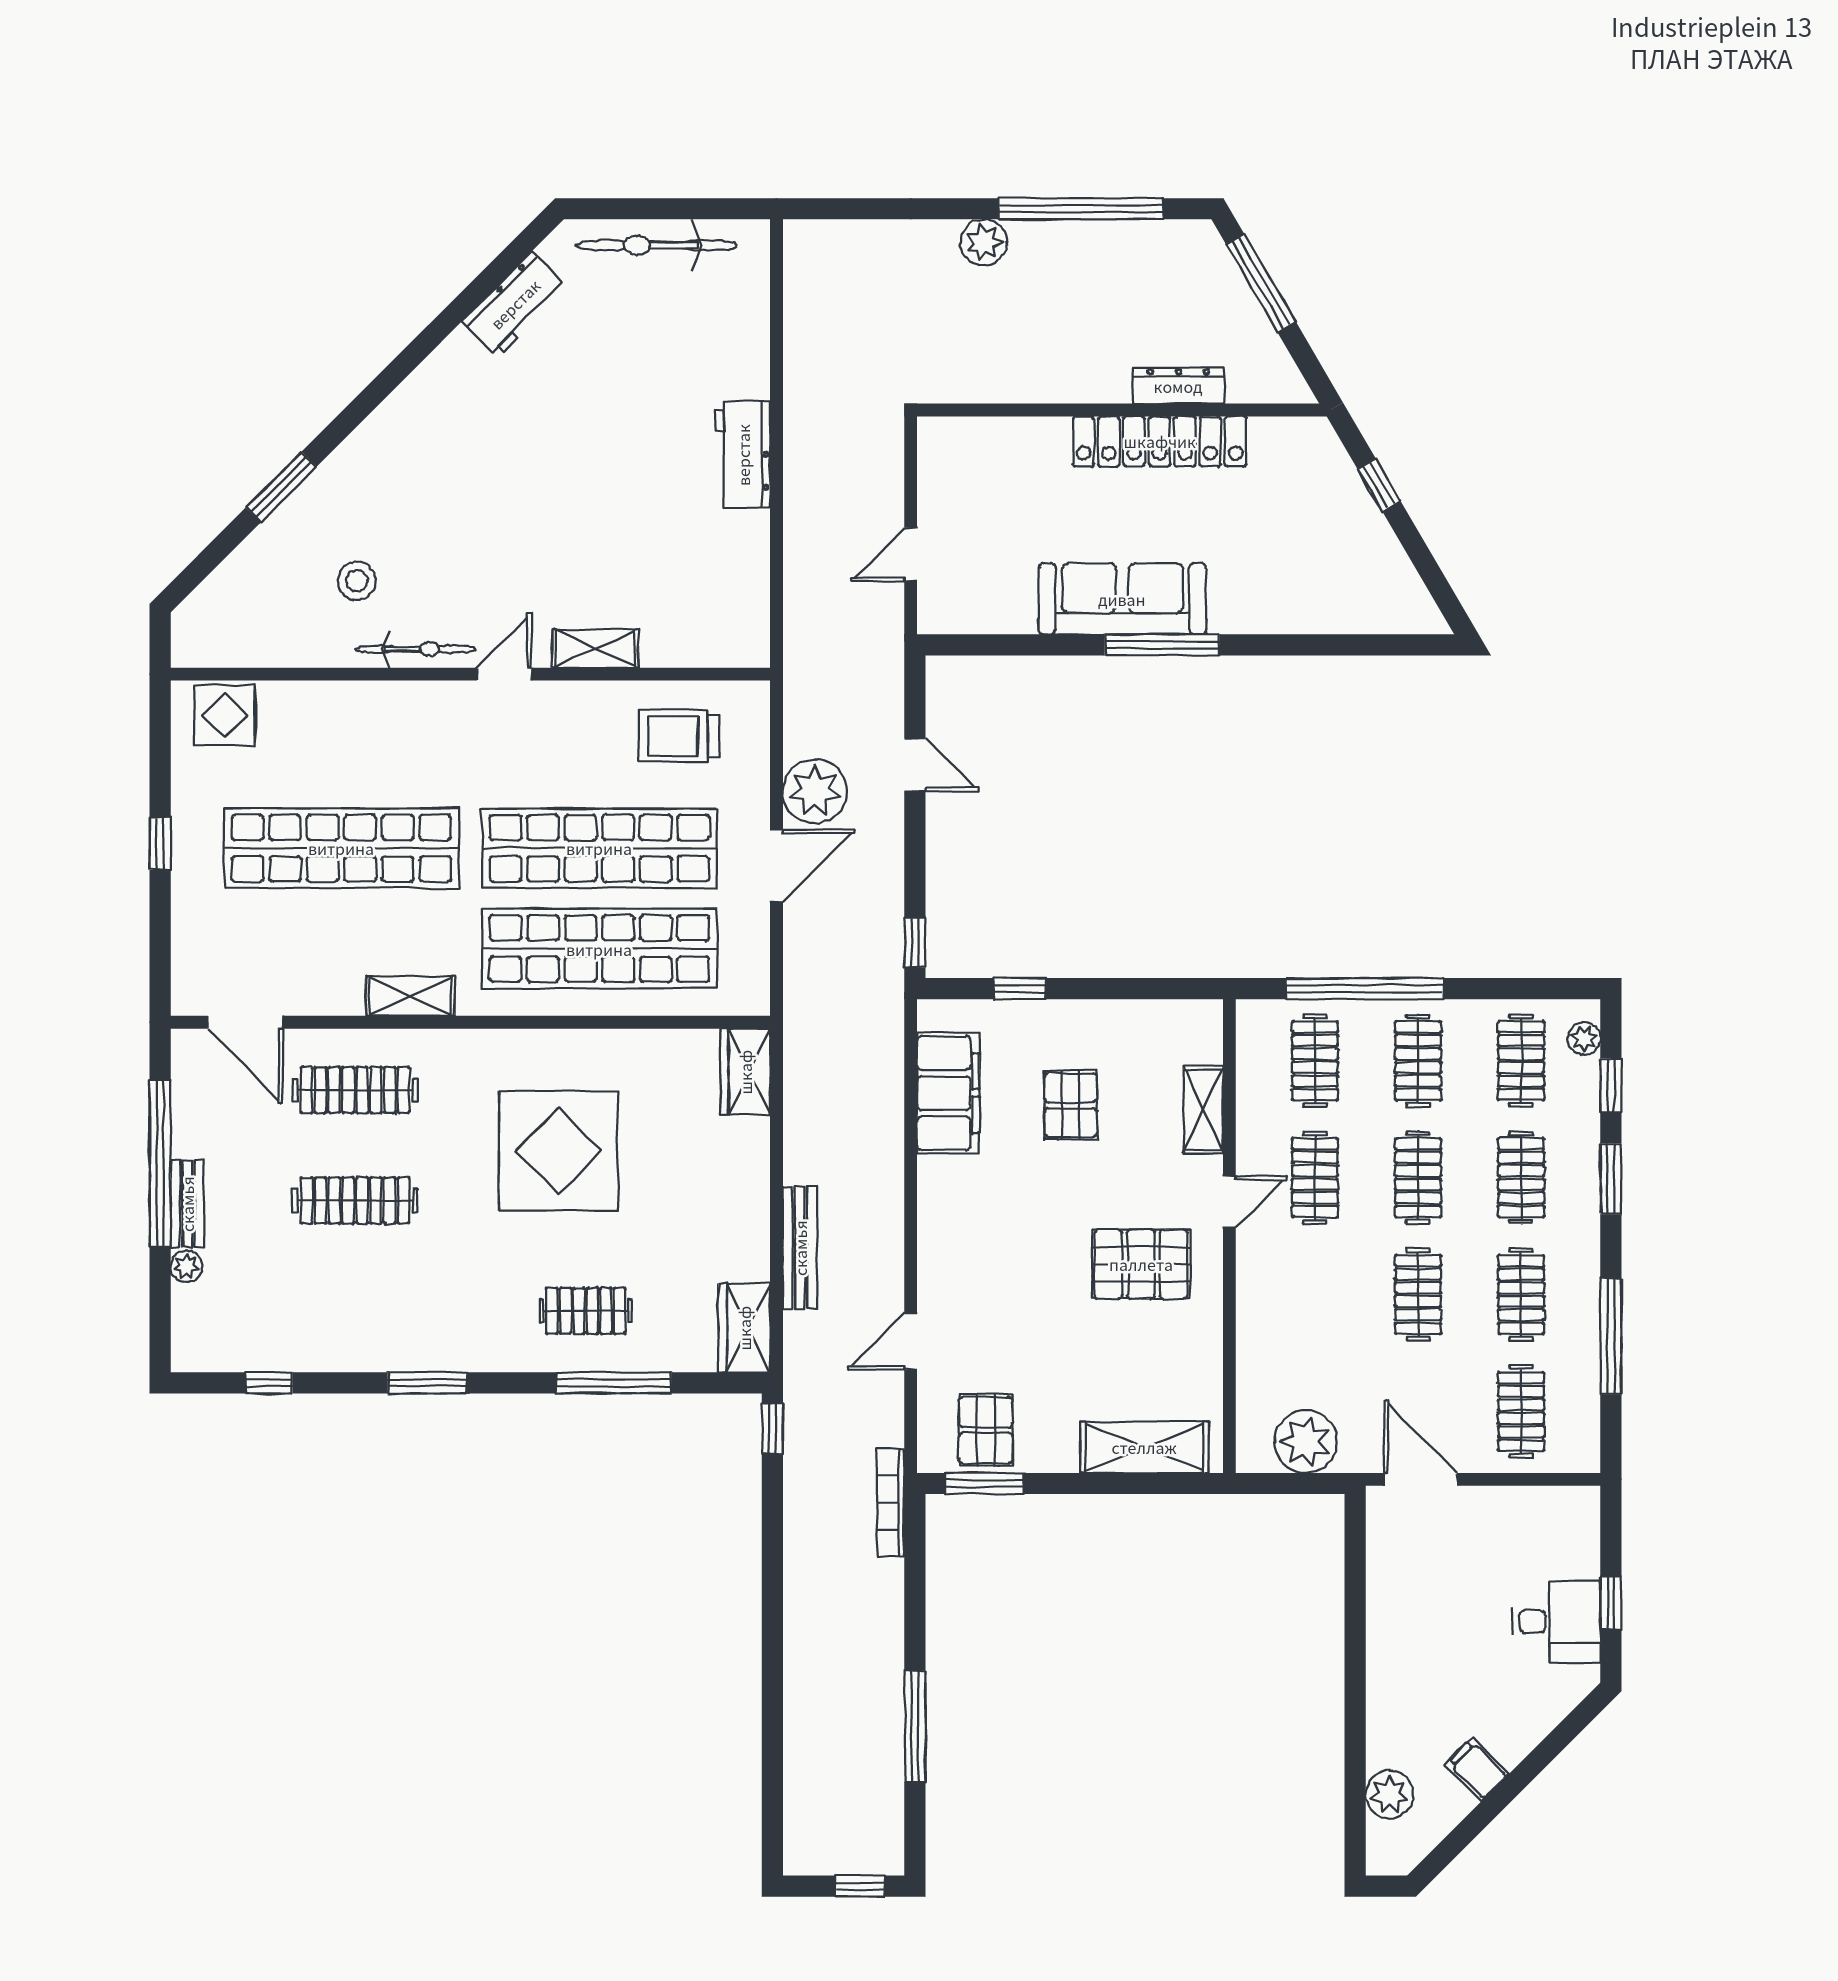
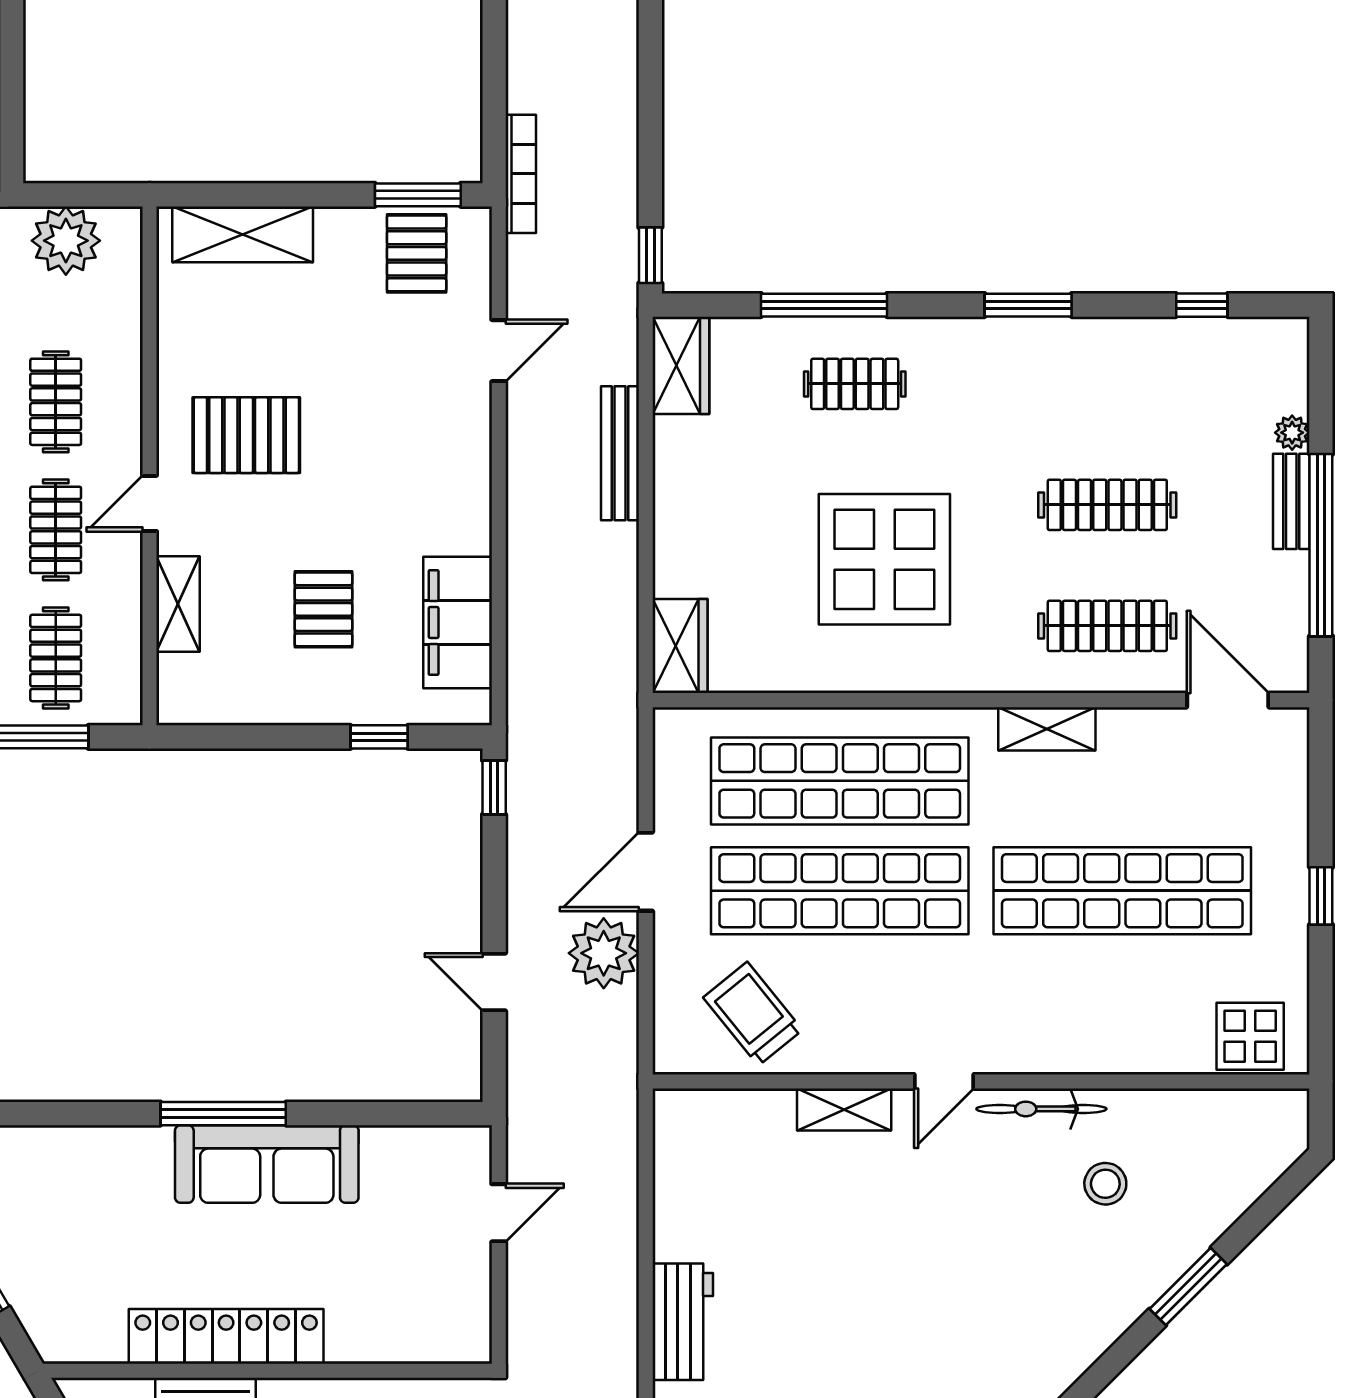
trolley: (679, 736) -> (753, 1014), turned -129
clothes rail: (1315, 1295) -> (56, 402), added

